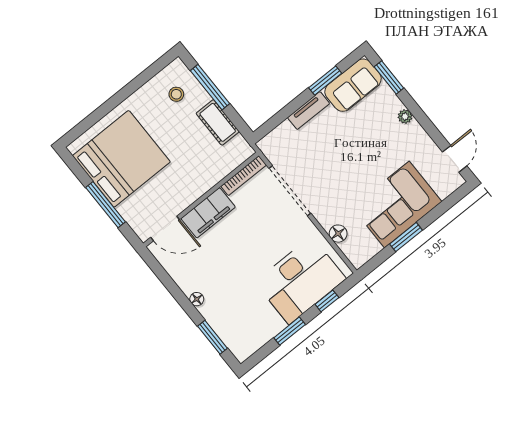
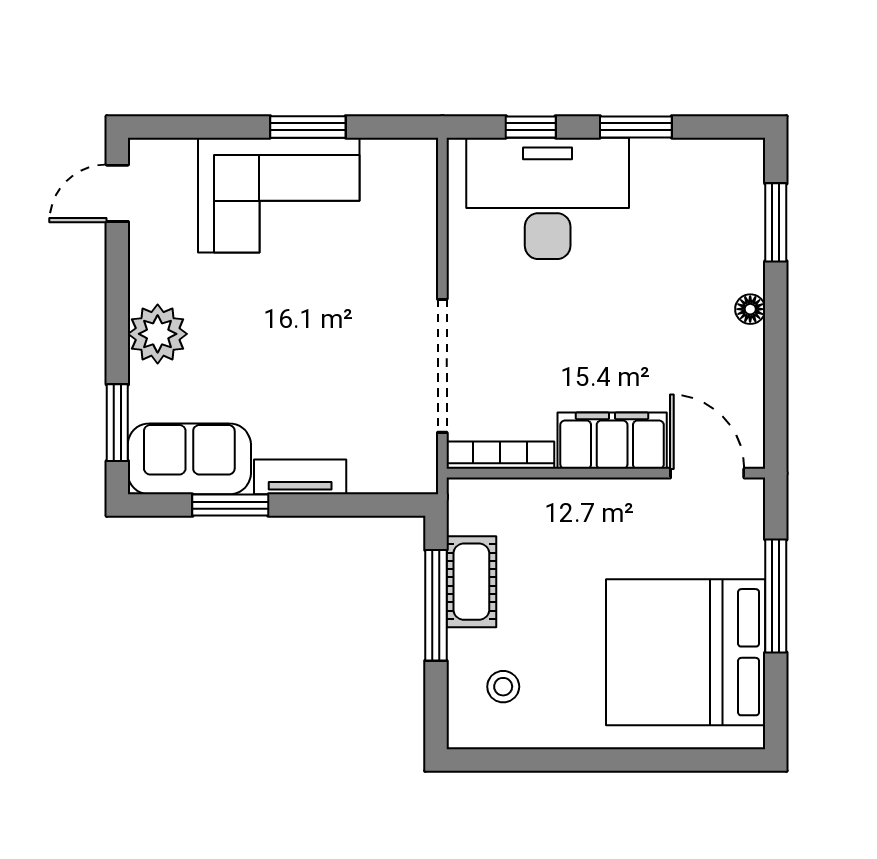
window: (210, 87) -> (436, 605), moved
plant: (405, 117) -> (158, 334), width x1.88, depth x1.88
floor lamp: (338, 234) -> (419, 226), removed

